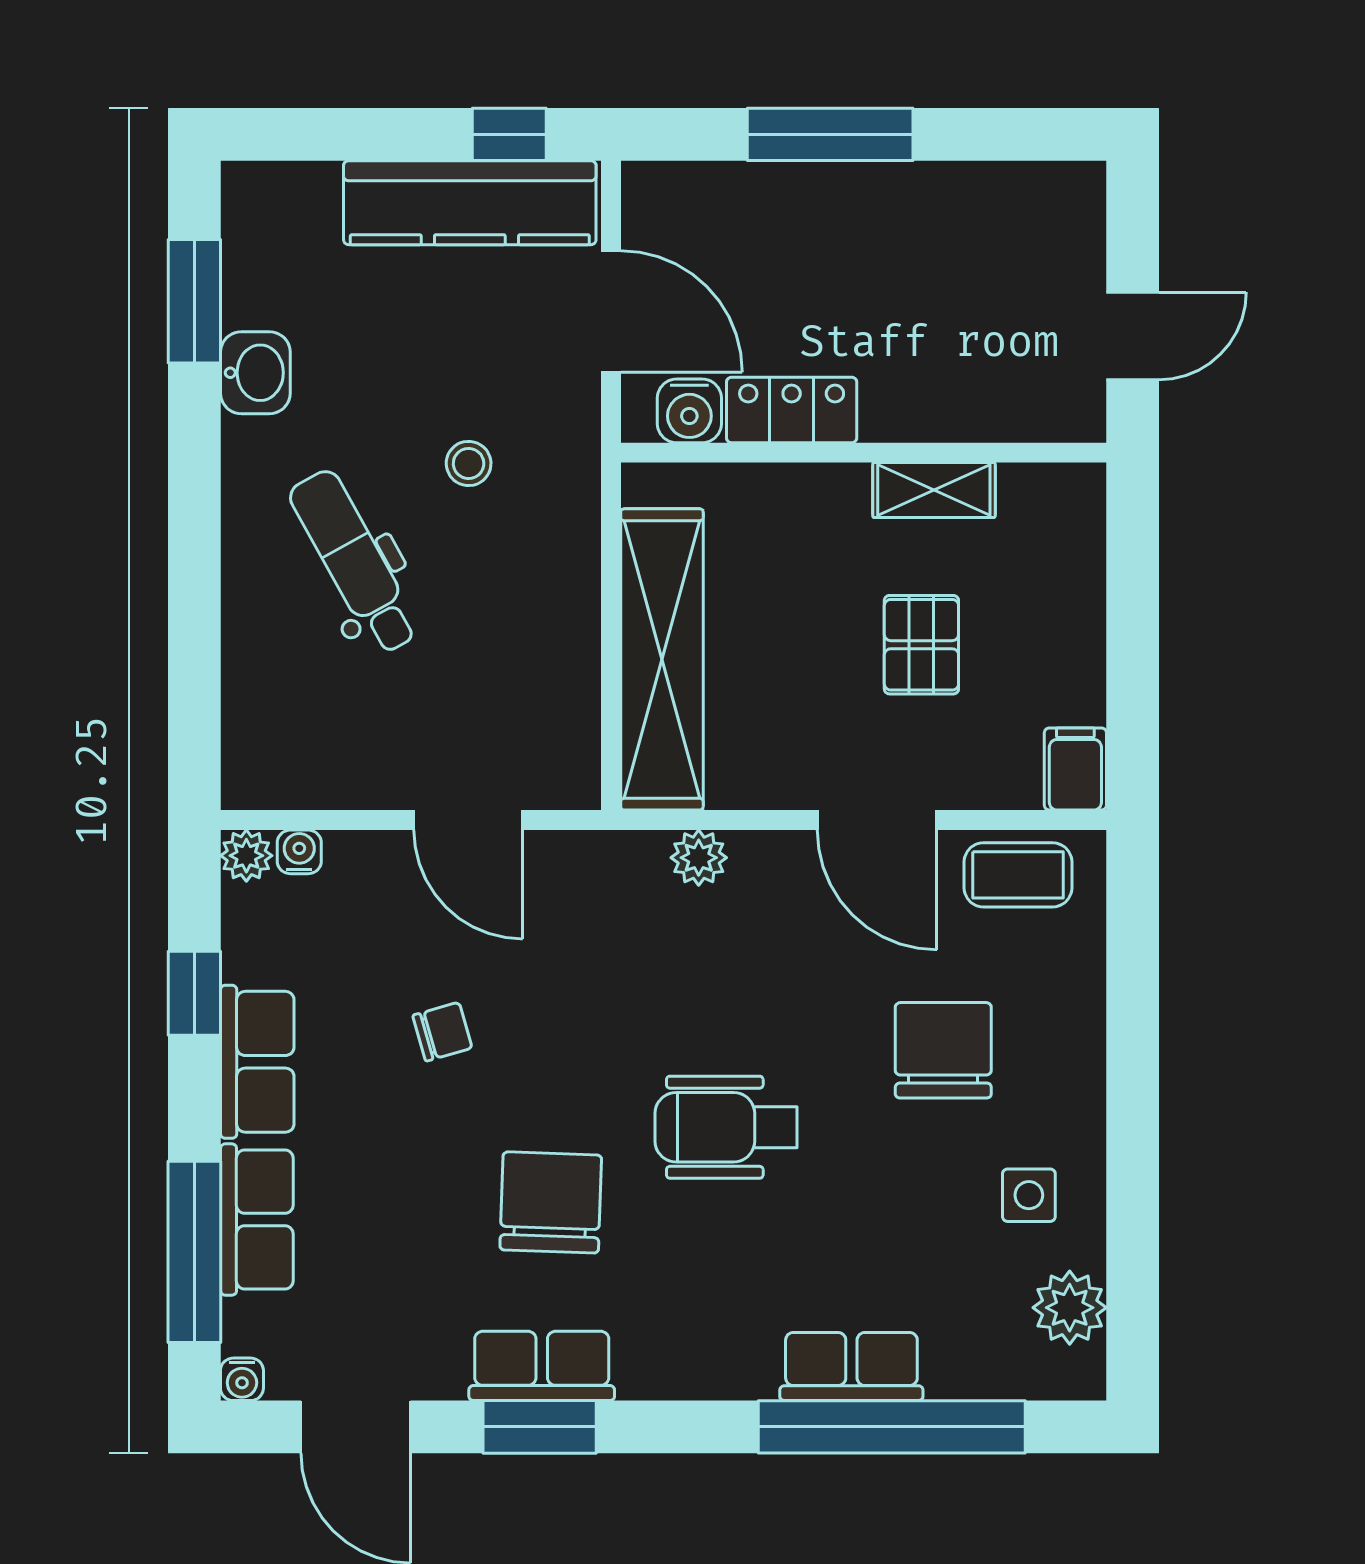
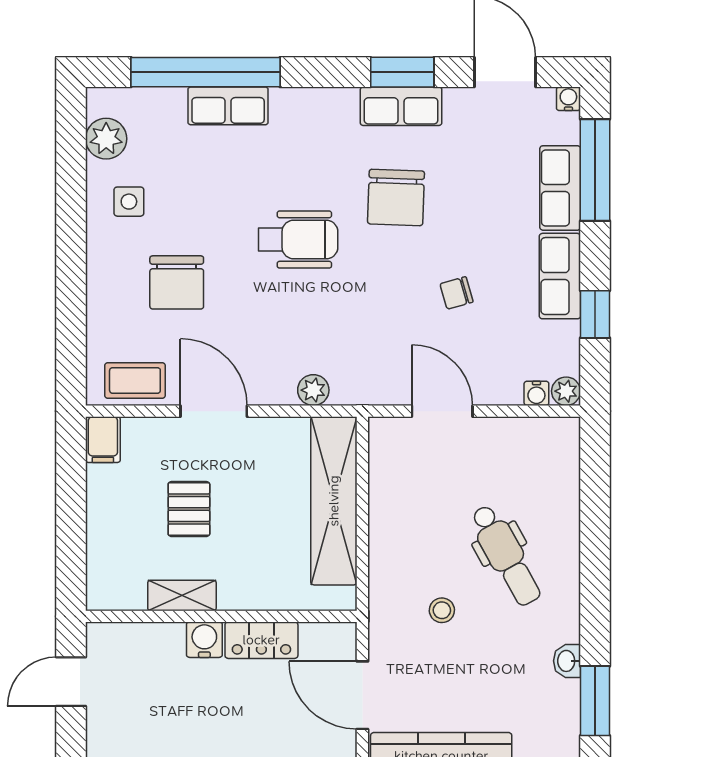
washbasin: (255, 373) -> (567, 661), width x0.72, depth x0.69
water cooler: (689, 411) -> (204, 640), moved

